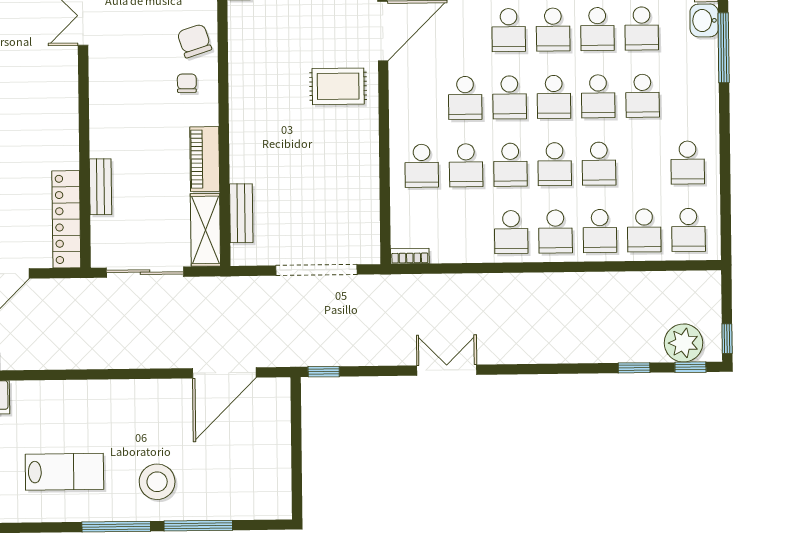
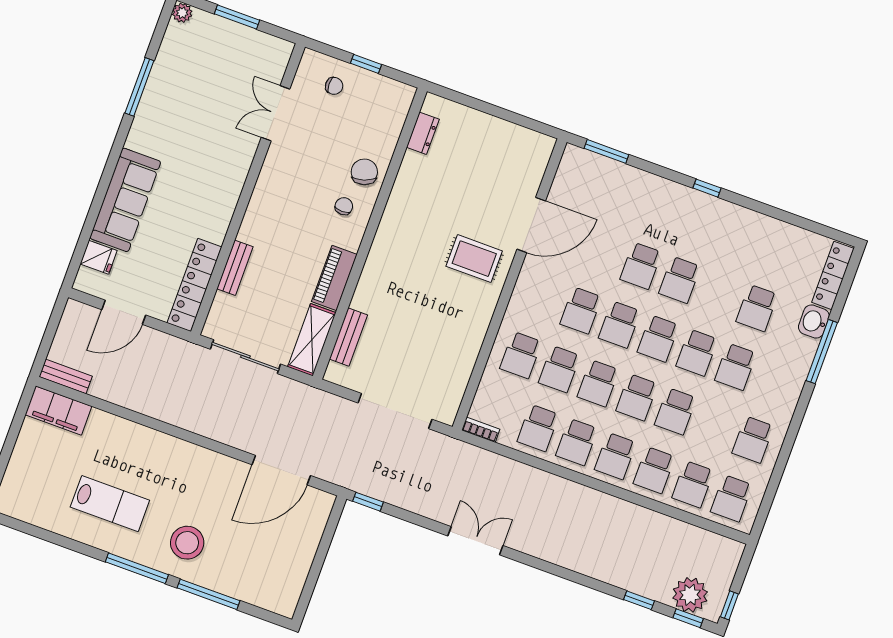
school desk: (597, 29) -> (538, 428), moved

